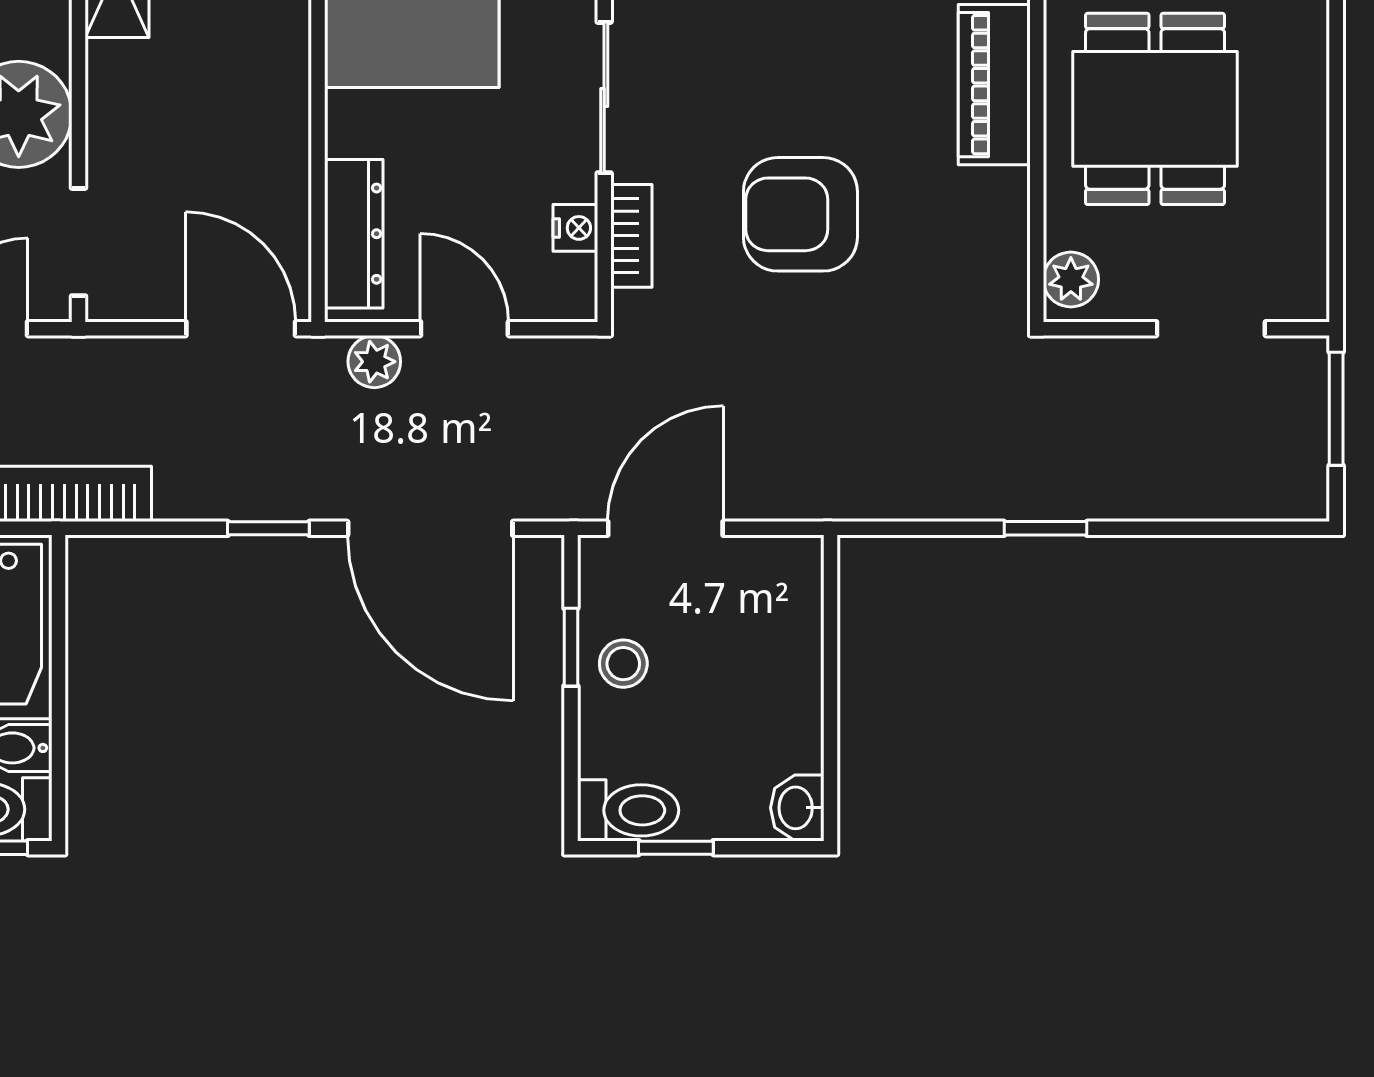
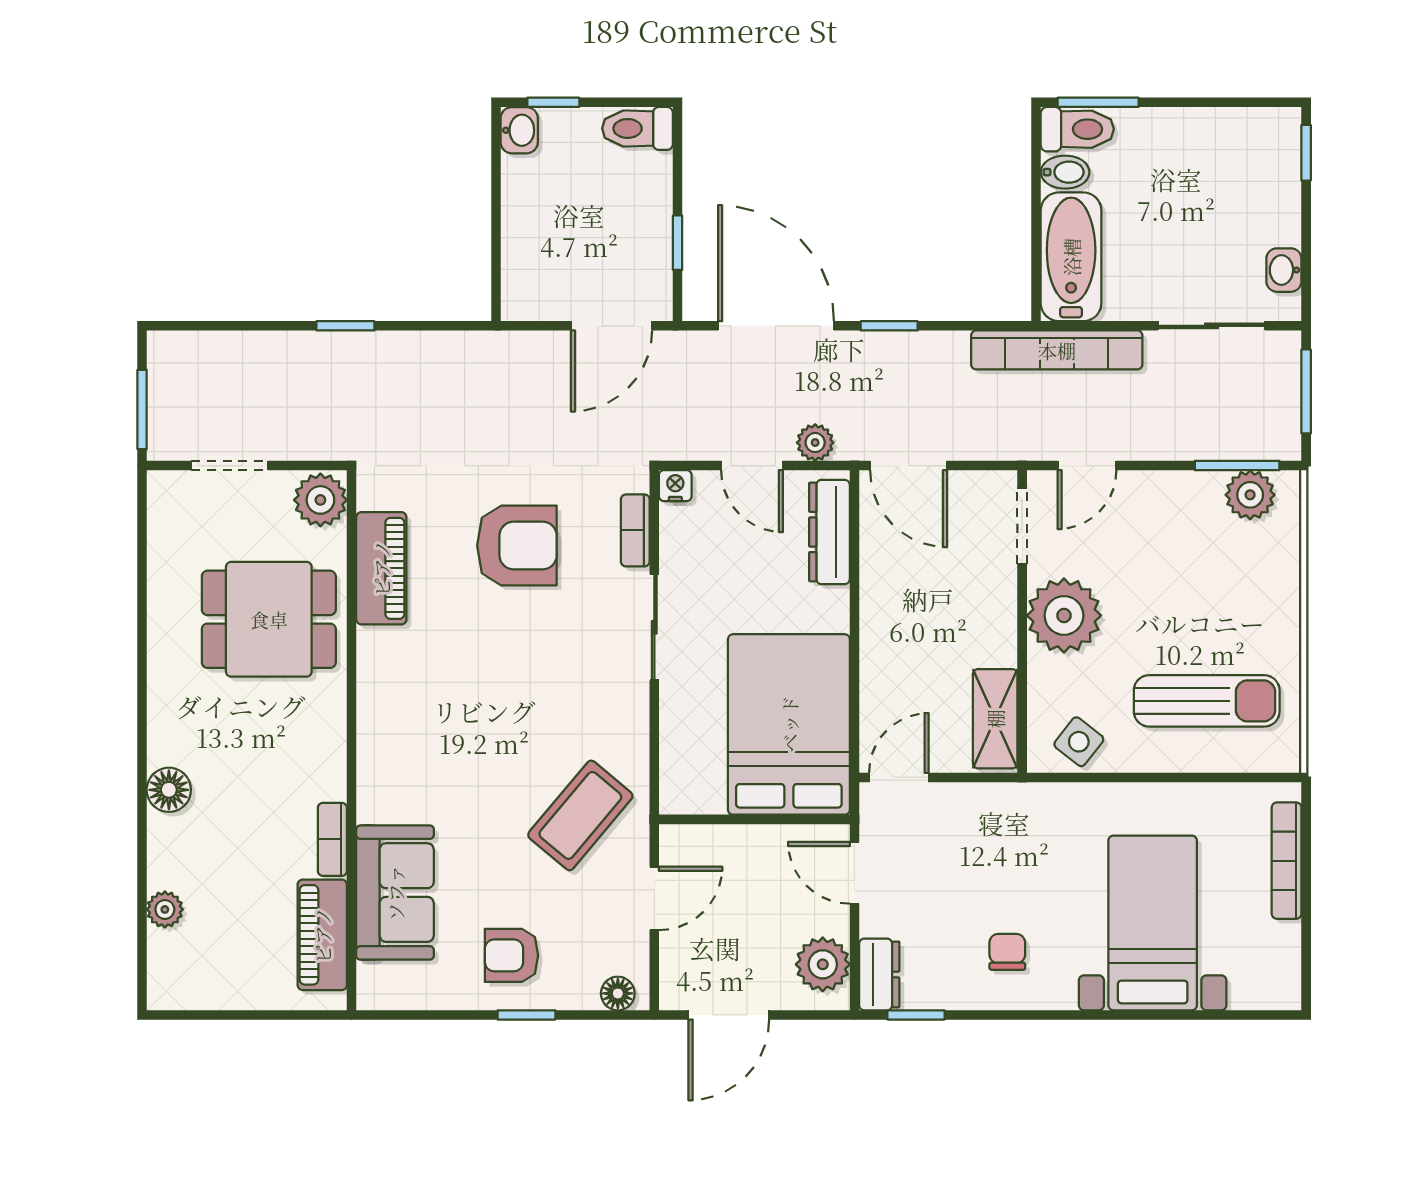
piano: (994, 85) -> (381, 568), moved
dining table: (1155, 109) -> (269, 619), turned 90
nightstand: (575, 228) -> (675, 486), moved, turned 90
plant: (1071, 280) -> (320, 500), width x1.38, depth x1.38
stool: (623, 664) -> (641, 231), removed
window: (676, 848) -> (553, 102), moved

